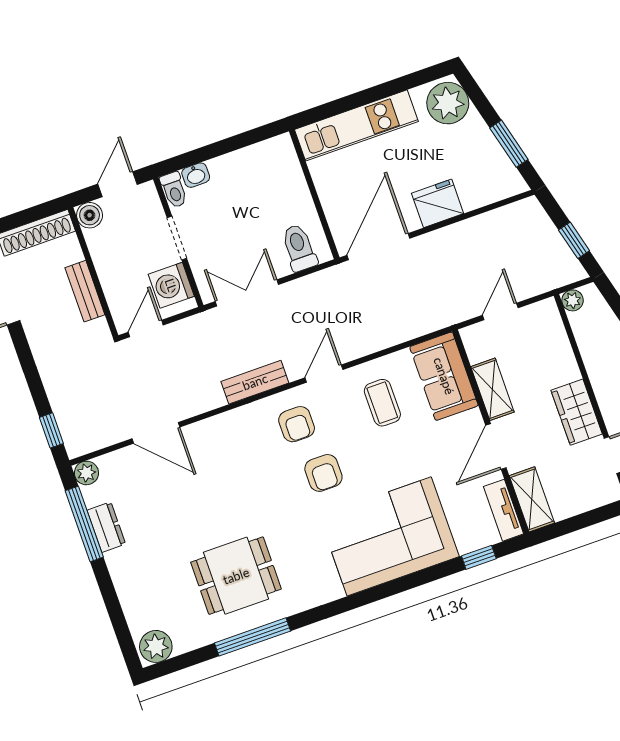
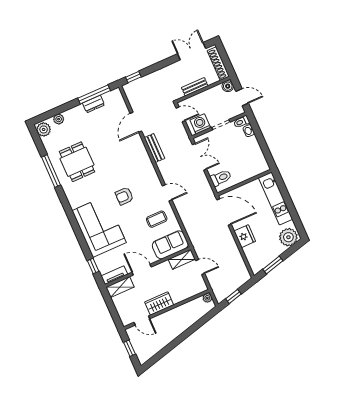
bench: (255, 382) -> (154, 148), moved
shelving: (492, 389) -> (182, 259), moved
armchair: (297, 424) -> (144, 183), removed
plant: (86, 473) -> (59, 119), moved

